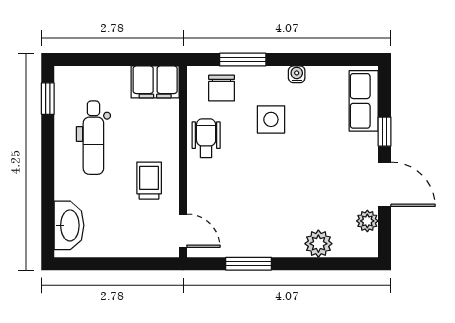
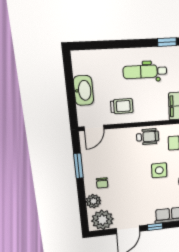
plant: (367, 221) -> (102, 220), width x1.88, depth x1.88
washbasin: (69, 225) -> (83, 90), moved, turned -90
chair: (285, 225) -> (102, 183), added

